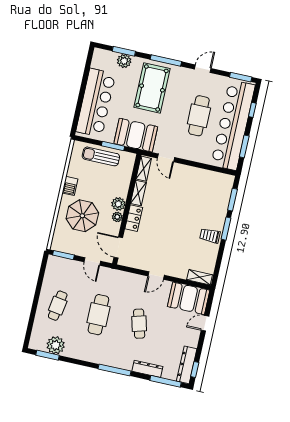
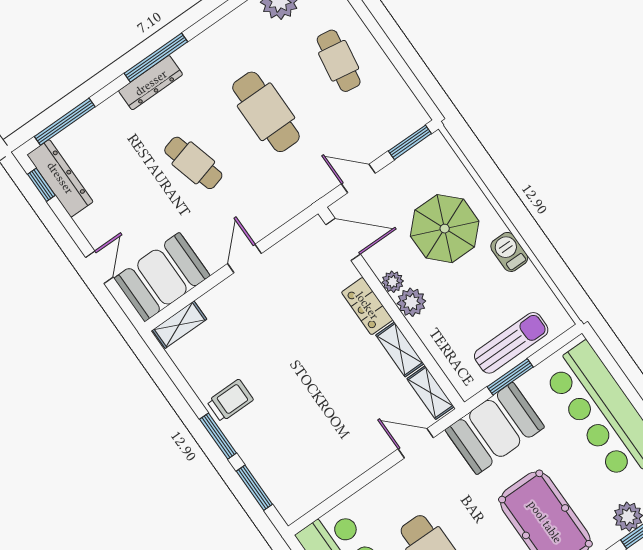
dresser: (147, 369) -> (151, 83), moved

